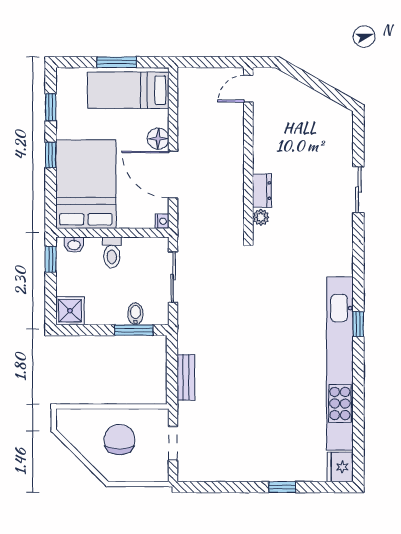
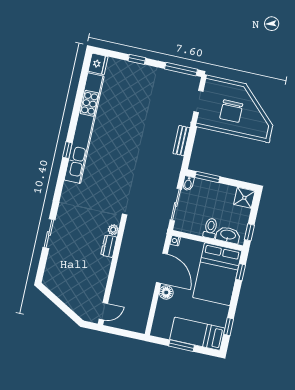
bed: (128, 90) -> (197, 334), moved, turned 180
window: (51, 155) -> (241, 272), moved
washbasin: (74, 245) -> (228, 235), width x1.91, depth x1.45
bidet: (135, 314) -> (188, 183), moved
window: (211, 487) -> (181, 69), added

